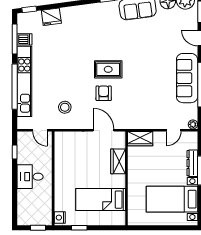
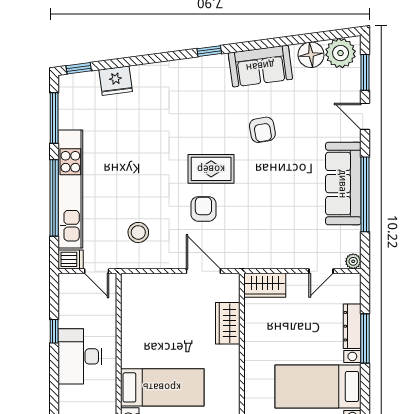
dishwasher: (24, 39) -> (71, 259), moved
armchair: (139, 46) -> (262, 130), added
window: (15, 152) -> (54, 331), moved
desk: (30, 177) -> (80, 356), width x1.37
bed: (101, 200) -> (162, 387), moved, turned 180

